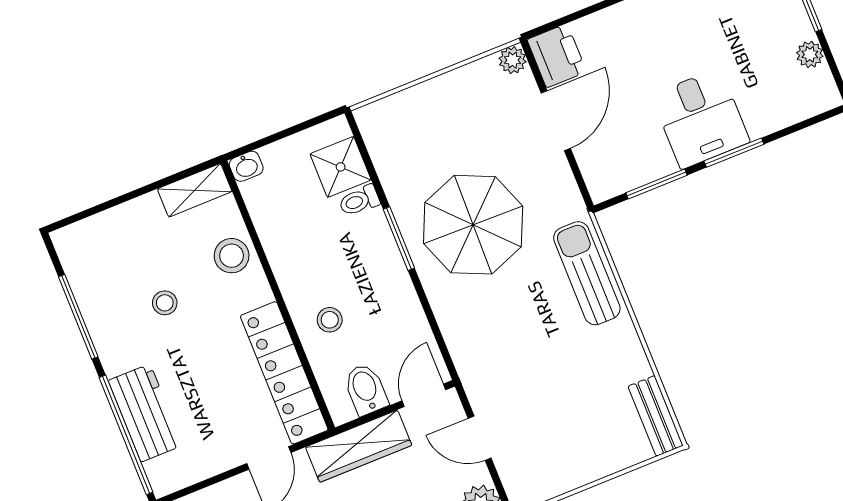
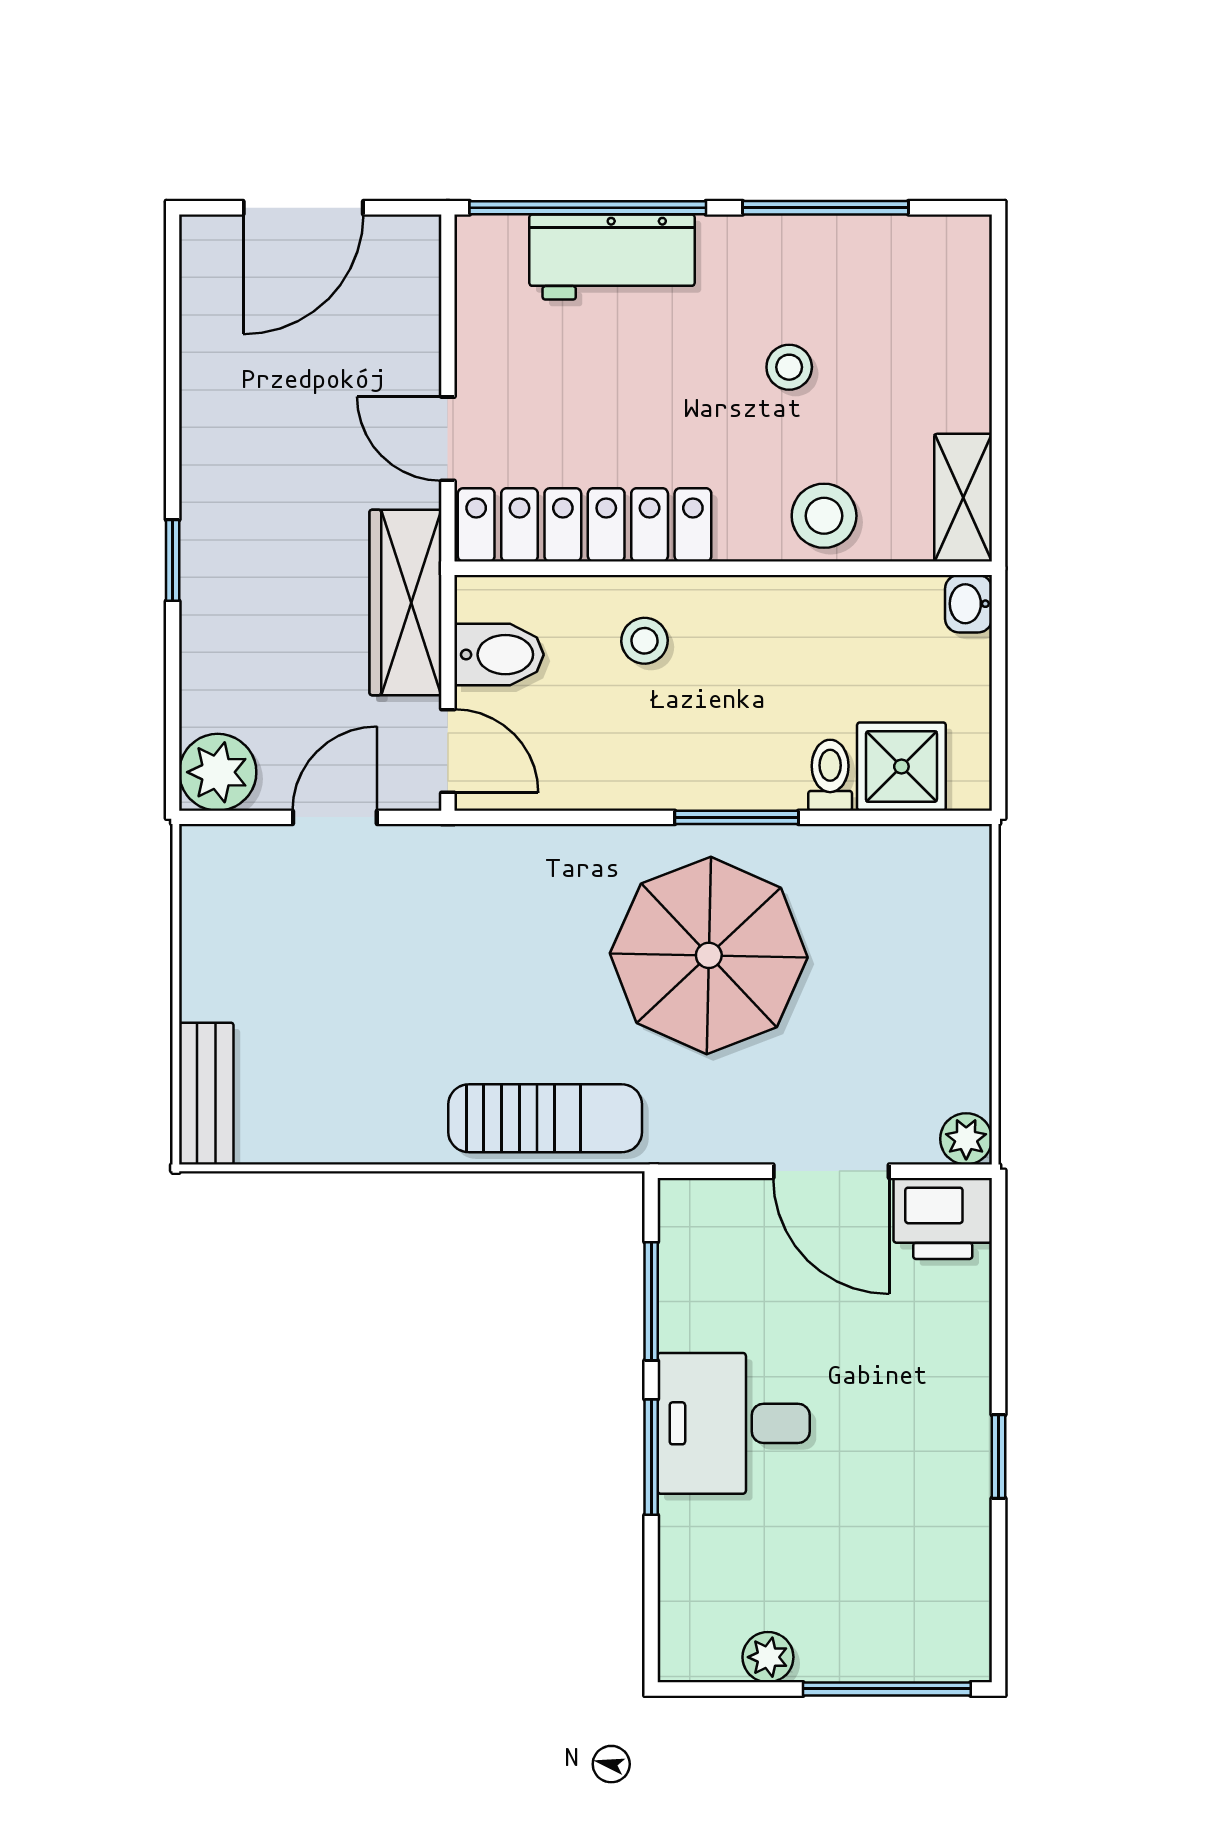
bench: (656, 416) -> (206, 1094), moved, turned 90

